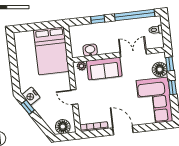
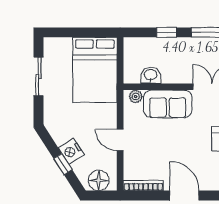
sliding door: (13, 60) -> (38, 77), added
nightstand: (31, 96) -> (71, 151), moved
window: (28, 107) -> (63, 164), moved

